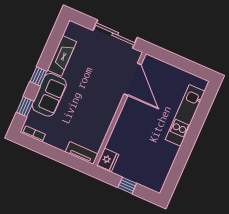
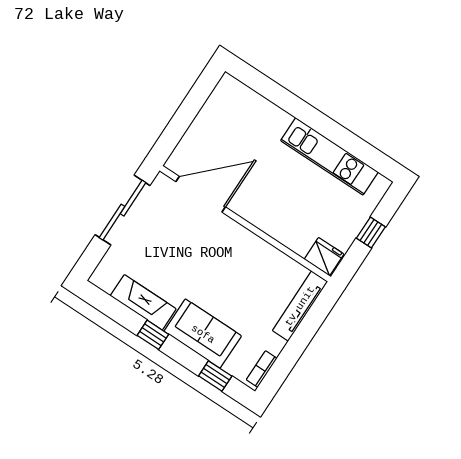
window: (38, 76) -> (153, 335), moved
kitchen unit: (185, 115) -> (329, 156), moved
tv unit: (82, 153) -> (300, 306), width x1.41

